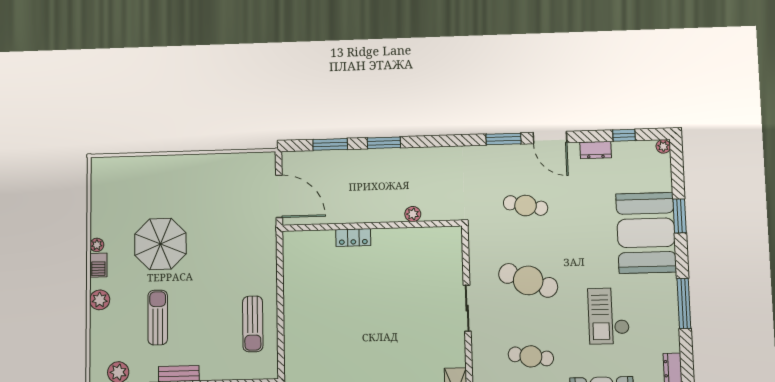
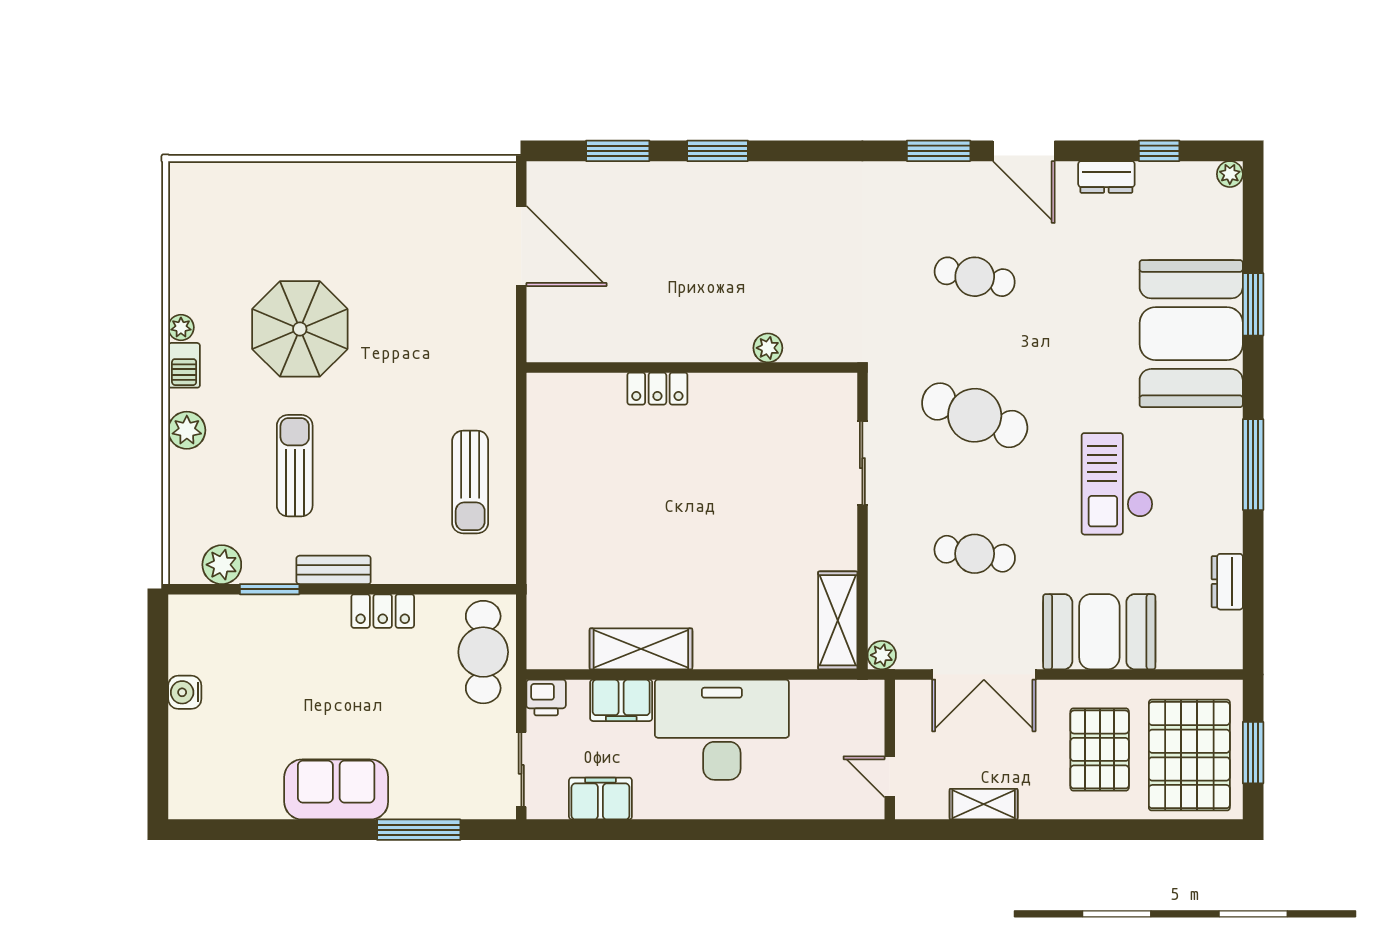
plant: (413, 214) -> (768, 348), moved
wall: (372, 226) -> (692, 367), moved
locker: (353, 238) -> (657, 389), moved

